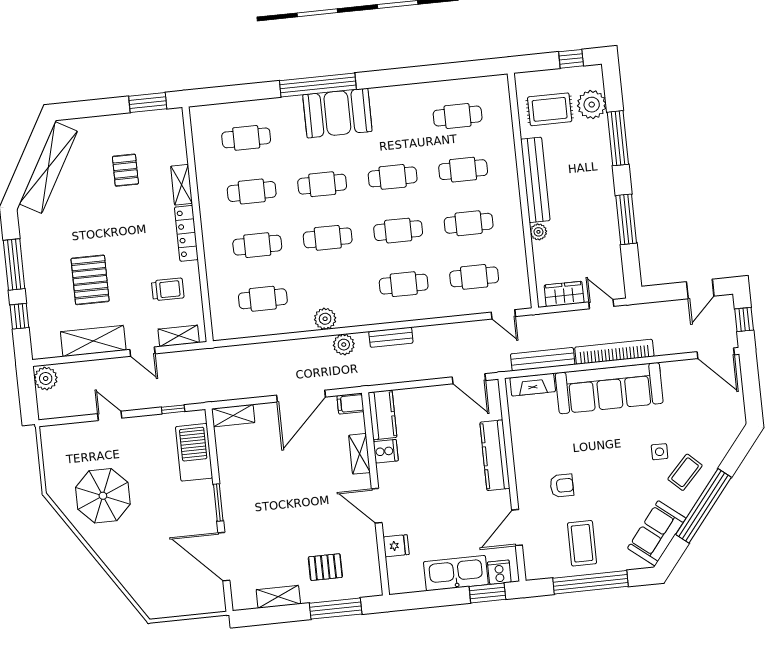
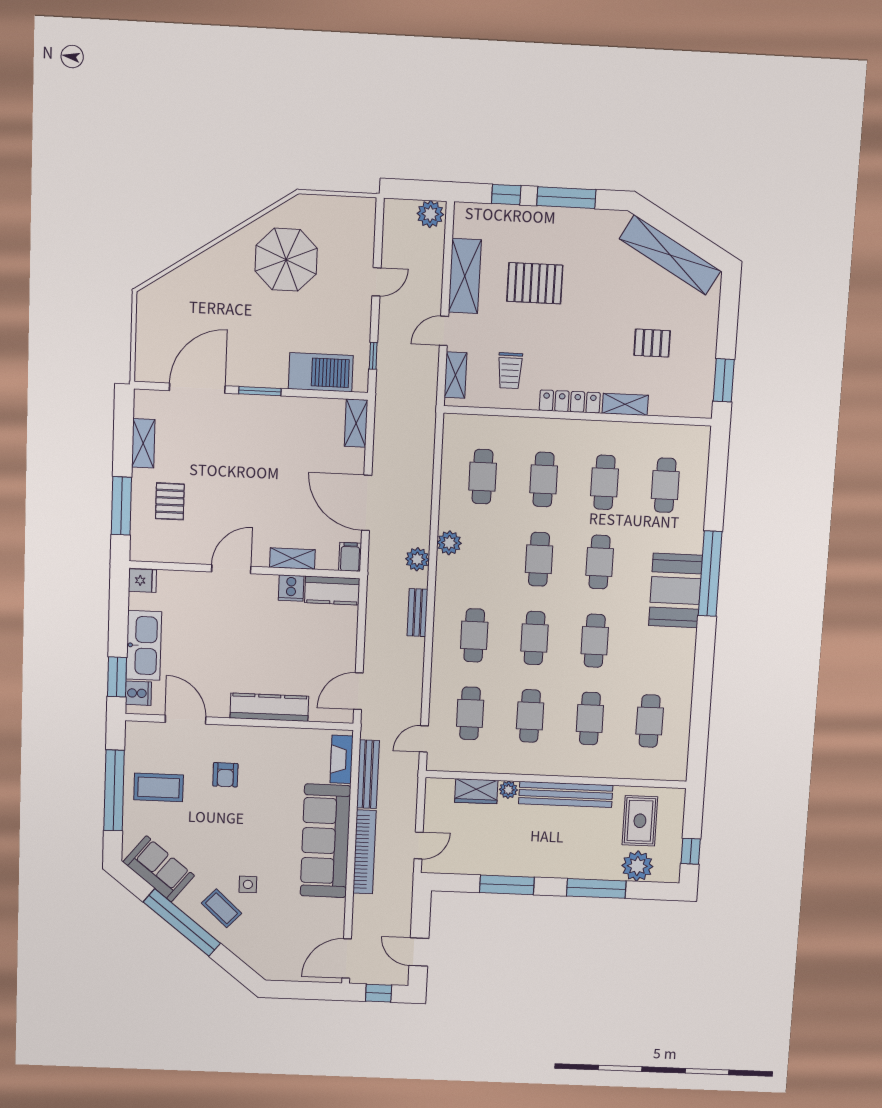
wardrobe: (564, 294) -> (476, 791), moved, turned 90
fridge: (396, 546) -> (142, 581), moved, turned -90

